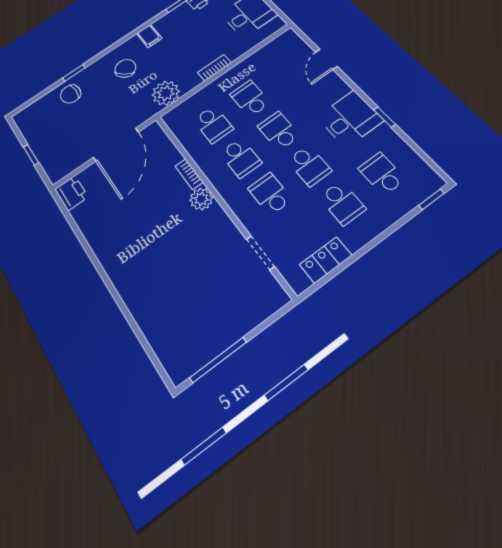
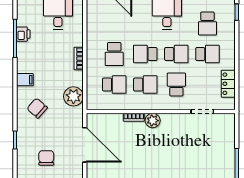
chair: (71, 94) -> (46, 158), moved, turned 180
school desk: (250, 98) -> (114, 54), turned -90
school desk: (382, 174) -> (207, 23), turned -90
school desk: (270, 194) -> (176, 85), turned 90

